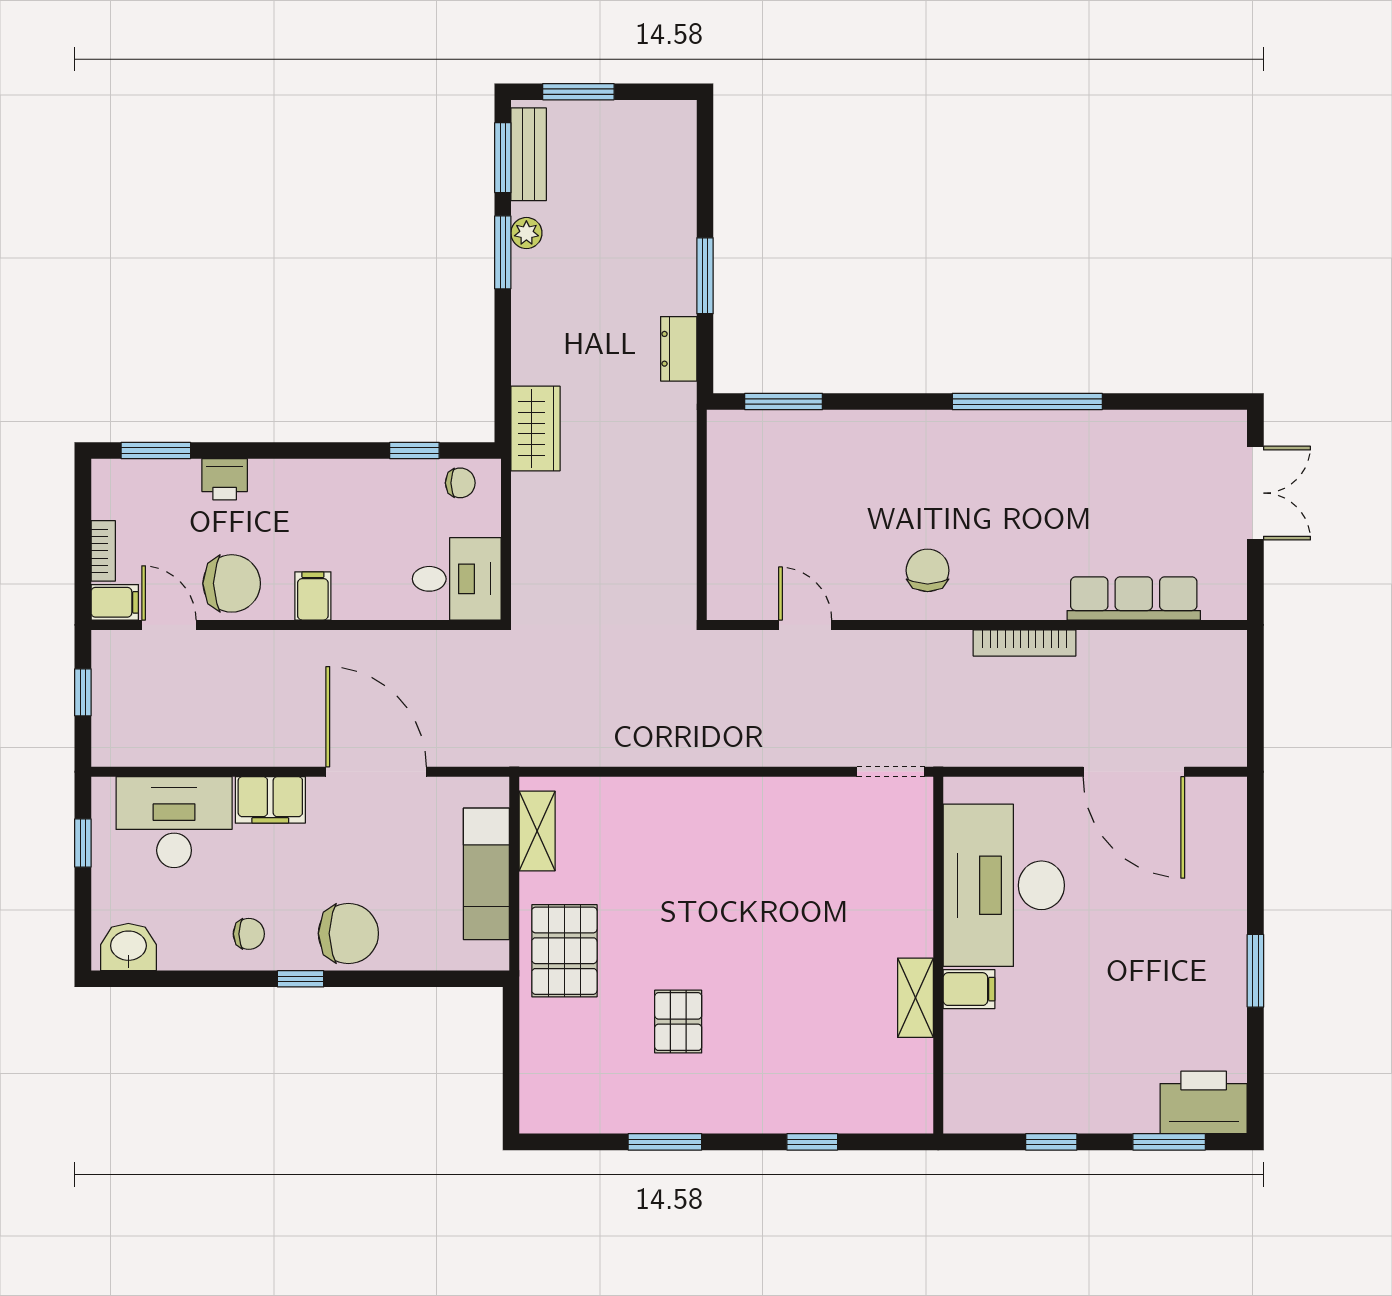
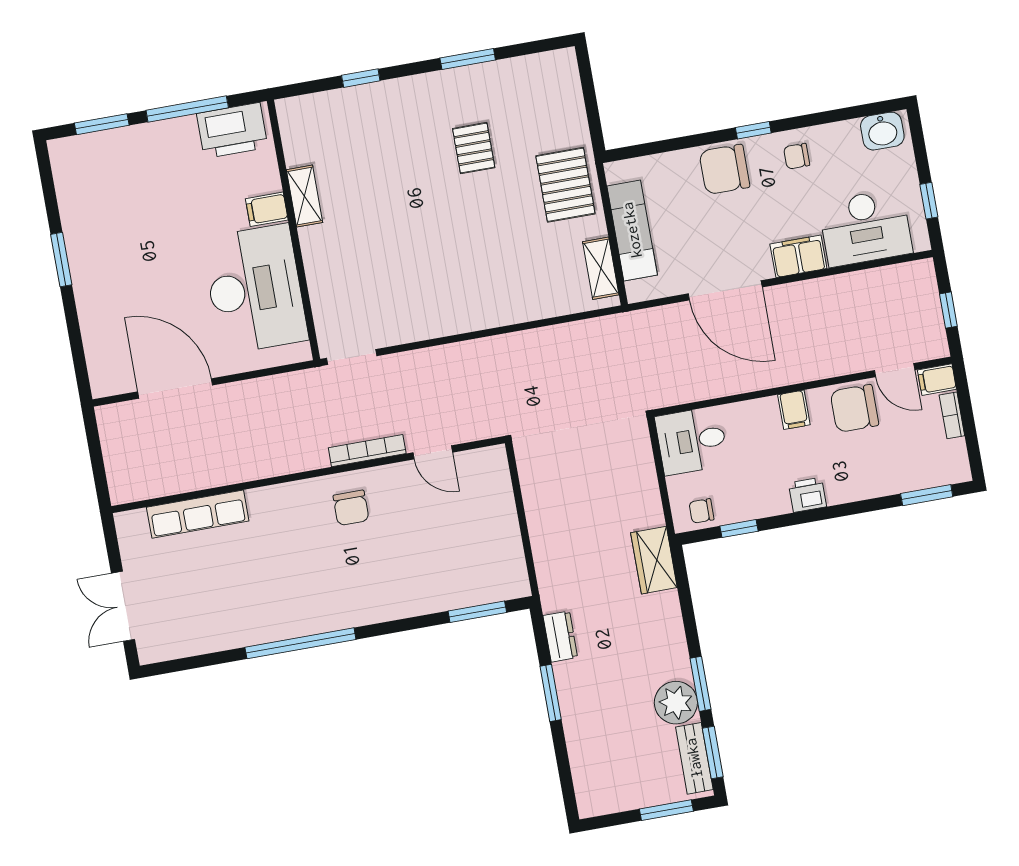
plant: (526, 233) -> (676, 703), width x1.88, depth x1.88
printer: (225, 479) -> (807, 495), moved
bookcase: (1025, 643) -> (367, 451), moved
printer: (1204, 1102) -> (232, 131), moved
window: (1051, 1142) -> (187, 109), width x2.17

